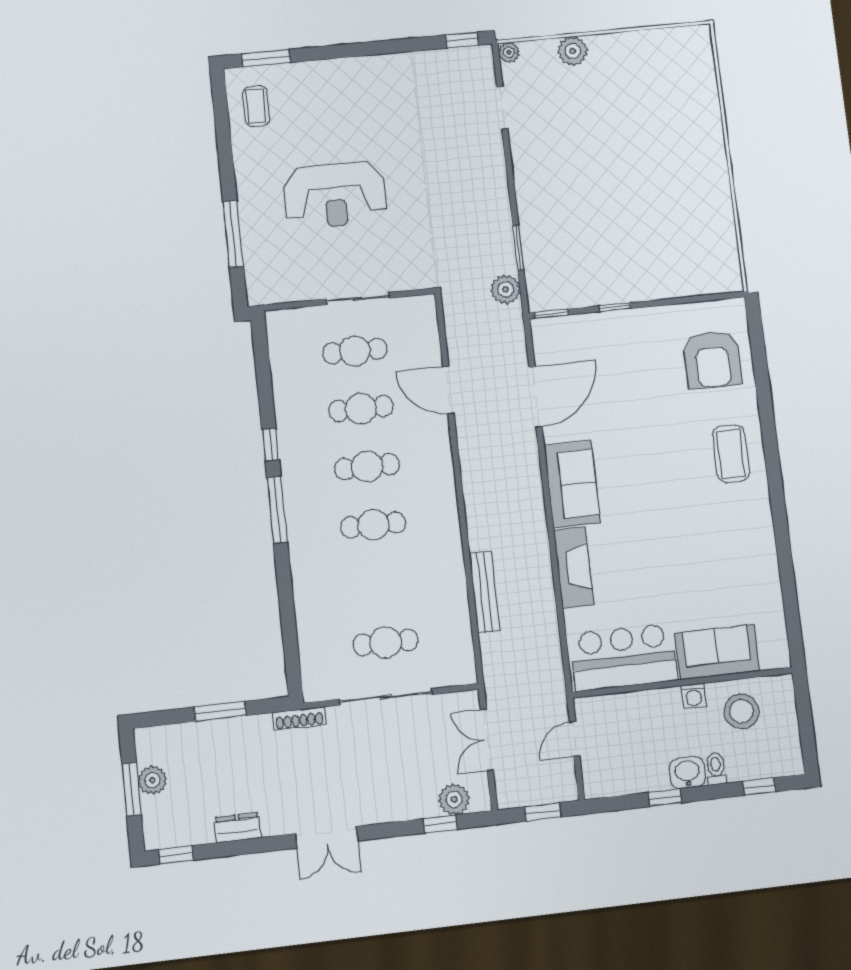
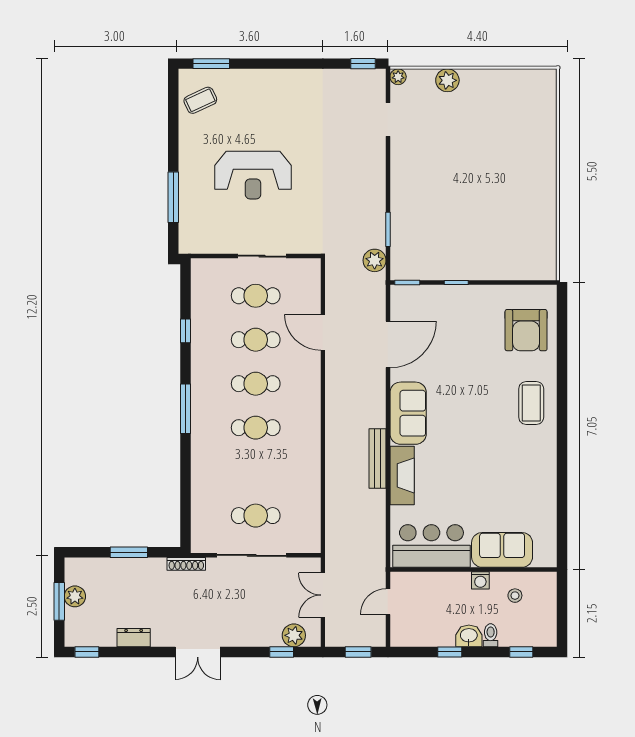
coffee table: (256, 106) -> (200, 100), turned 65
window: (271, 445) -> (185, 331), moved
bench: (485, 592) -> (378, 459), moved
stool: (742, 711) -> (515, 596), width x0.53, depth x0.53

